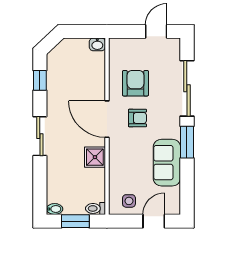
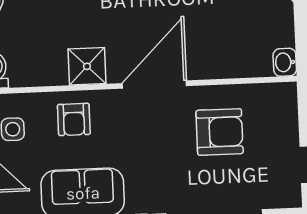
armchair: (137, 118) -> (74, 119), moved

